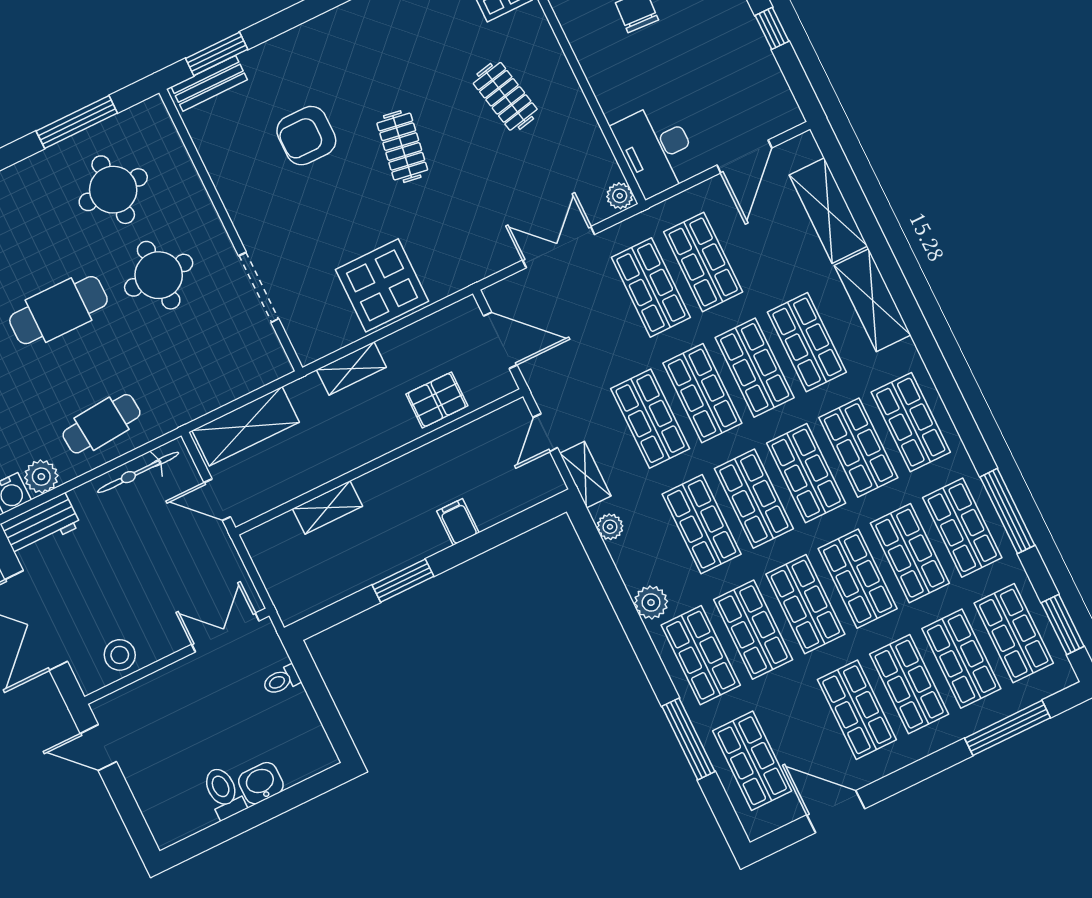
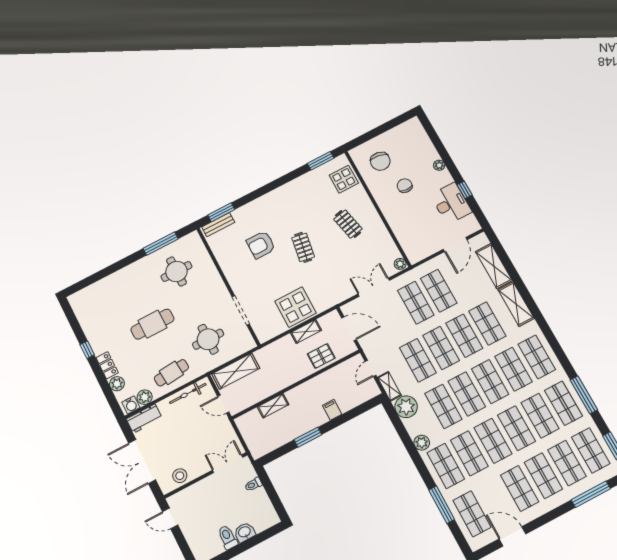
desk: (656, 149) -> (451, 203), moved, turned 180
round table: (159, 275) -> (208, 339), moved
shelving: (351, 368) -> (306, 332), moved
plant: (610, 527) -> (406, 407), width x1.87, depth x1.87

